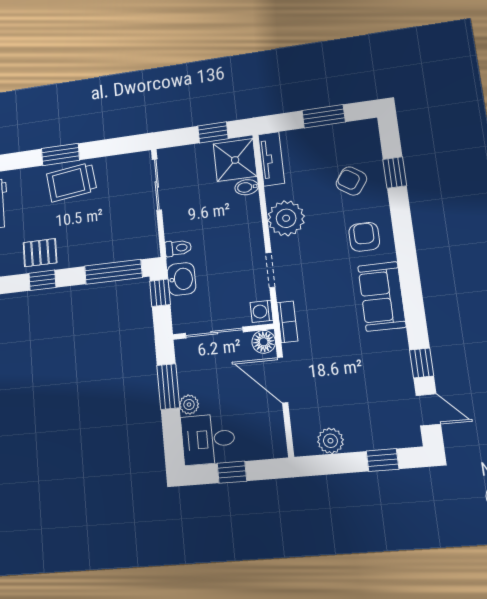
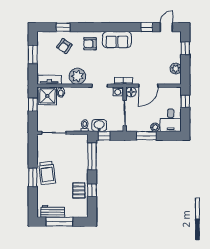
window: (232, 472) -> (185, 101), moved

